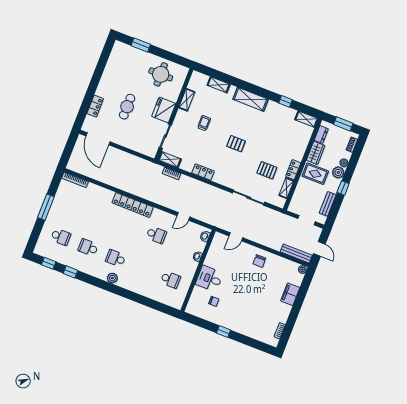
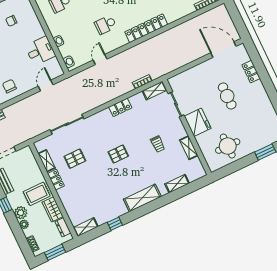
desk: (209, 279) -> (40, 51), moved

